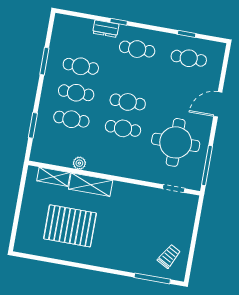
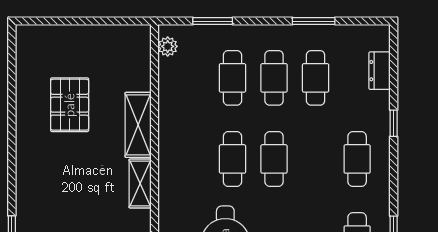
dresser: (106, 29) -> (380, 71), moved
plant: (79, 163) -> (168, 46), moved
shelving: (53, 177) -> (140, 184), moved
pallet: (70, 226) -> (70, 105), width x0.73, depth x0.71

